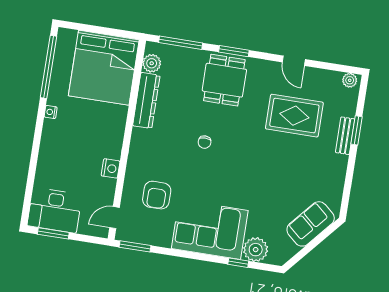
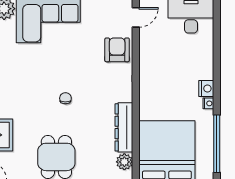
nightstand: (111, 168) -> (206, 89), moved, turned 180
armchair: (157, 195) -> (117, 50), moved

